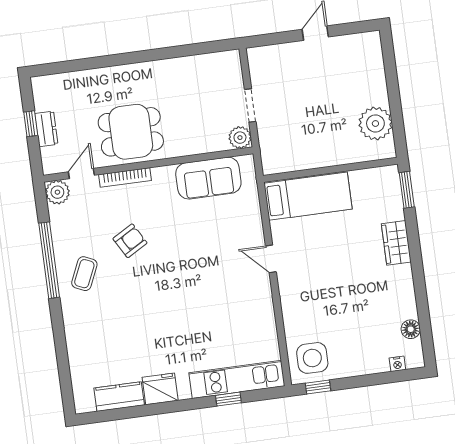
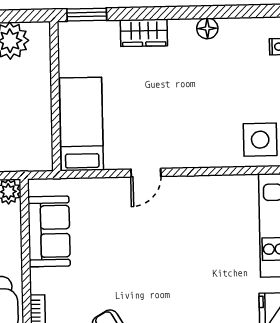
floor lamp: (411, 329) -> (207, 28), moved

